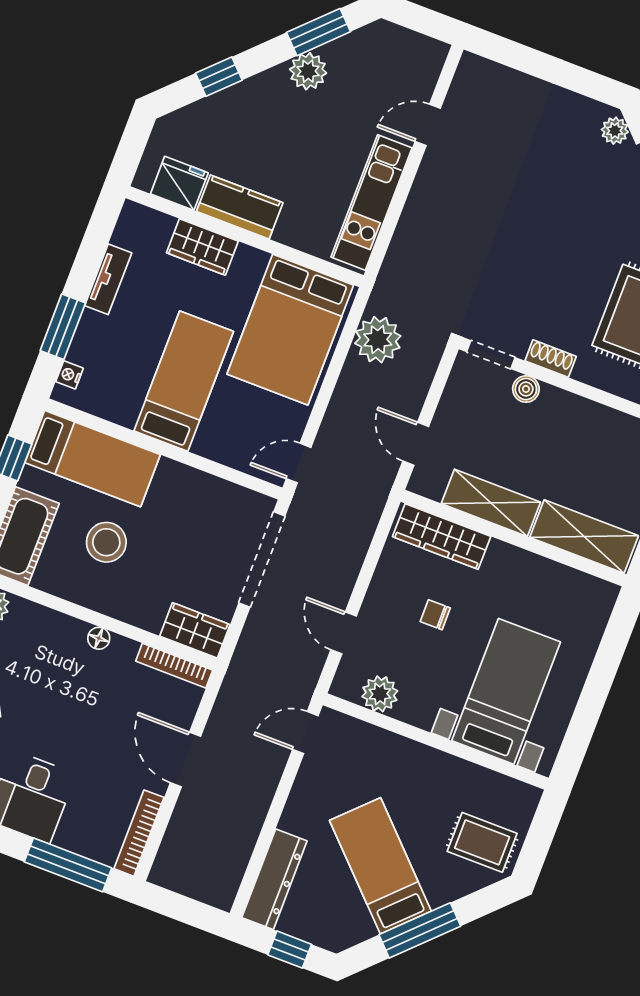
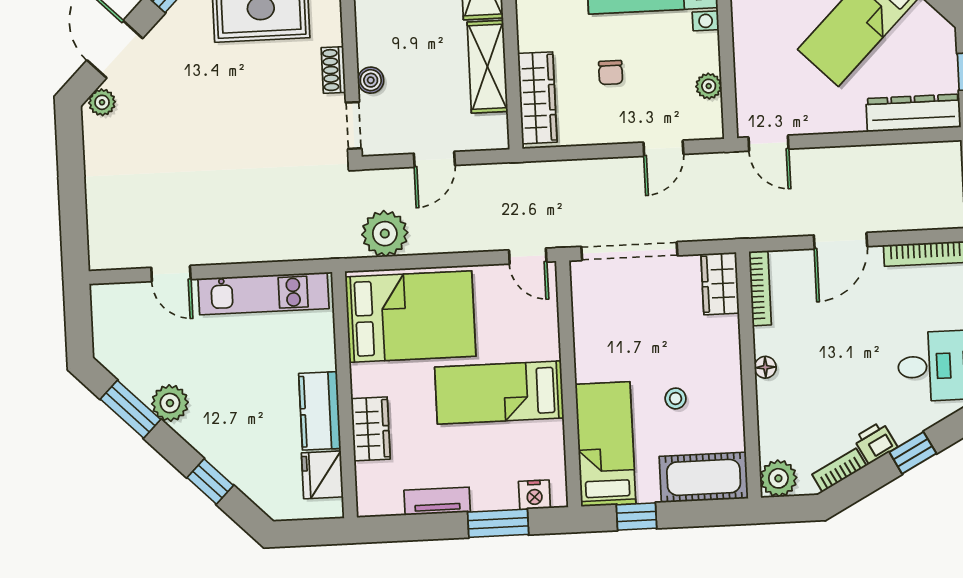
nightstand: (69, 375) -> (534, 495), width x1.39, depth x1.35
door: (416, 444) -> (434, 159), moved
stool: (106, 542) -> (676, 398), width x0.53, depth x0.53
plant: (380, 694) -> (709, 86), width x0.73, depth x0.73

